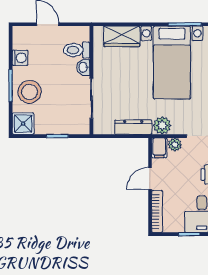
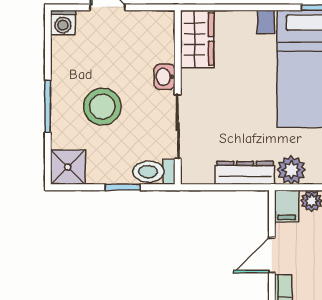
wardrobe: (122, 36) -> (197, 39), moved, turned -90
toilet: (77, 50) -> (154, 172), moved
washing machine: (20, 58) -> (63, 23), moved, turned 90
stool: (30, 92) -> (102, 107), moved

